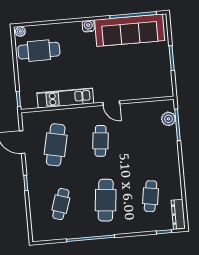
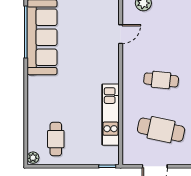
water cooler: (88, 26) -> (34, 82), removed
cafe table: (39, 51) -> (56, 139), width x0.73, depth x0.74
door: (111, 103) -> (121, 34), moved

